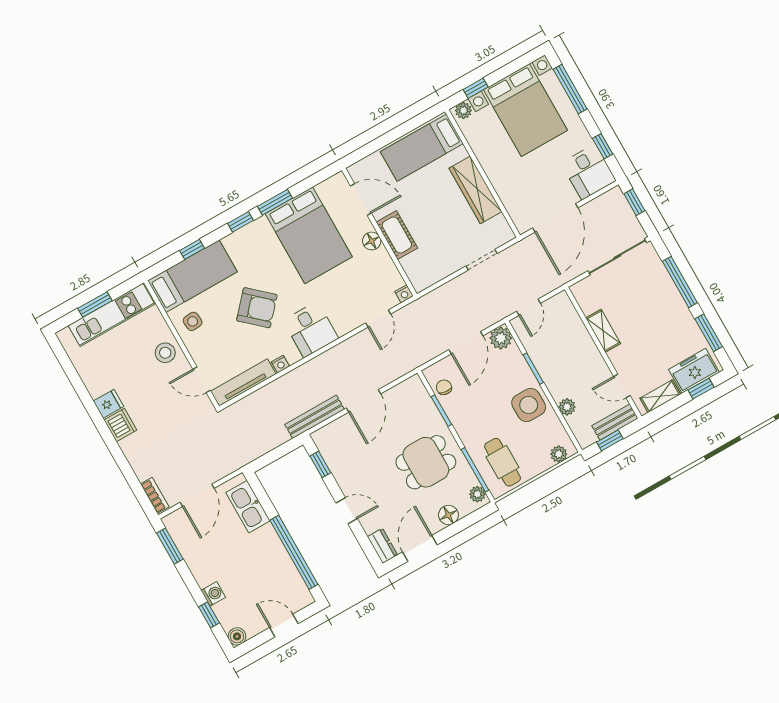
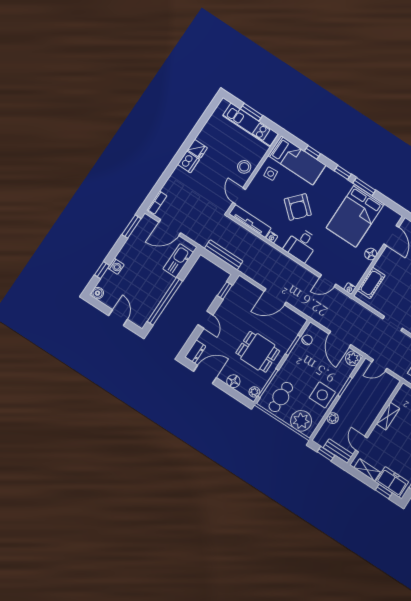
cot: (397, 235) -> (371, 283), moved
door: (466, 343) -> (340, 339), hinge flipped
bench: (315, 417) -> (224, 255), moved
plant: (559, 454) -> (301, 421), width x1.88, depth x1.88

